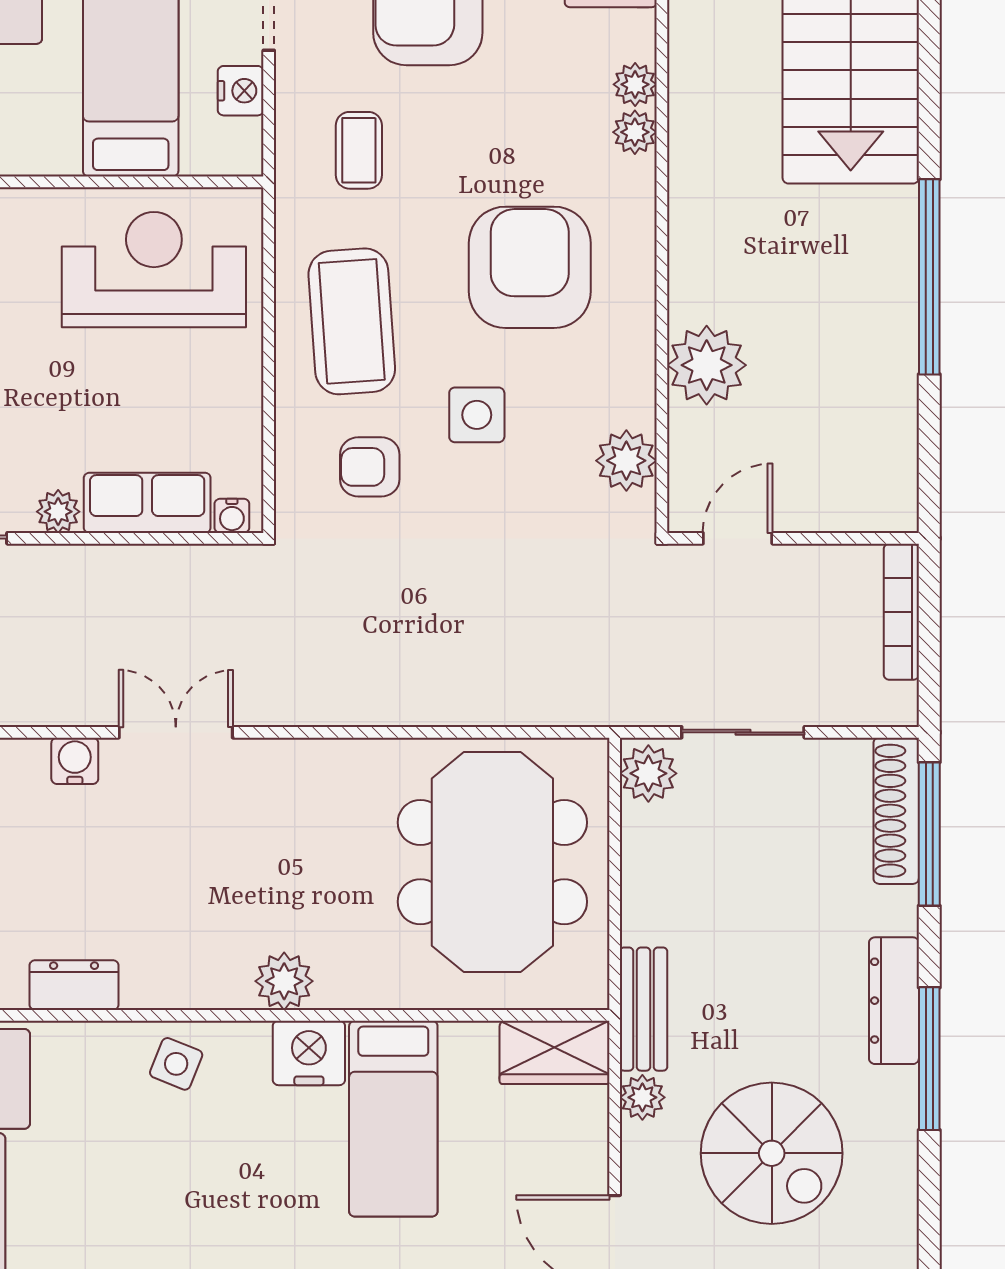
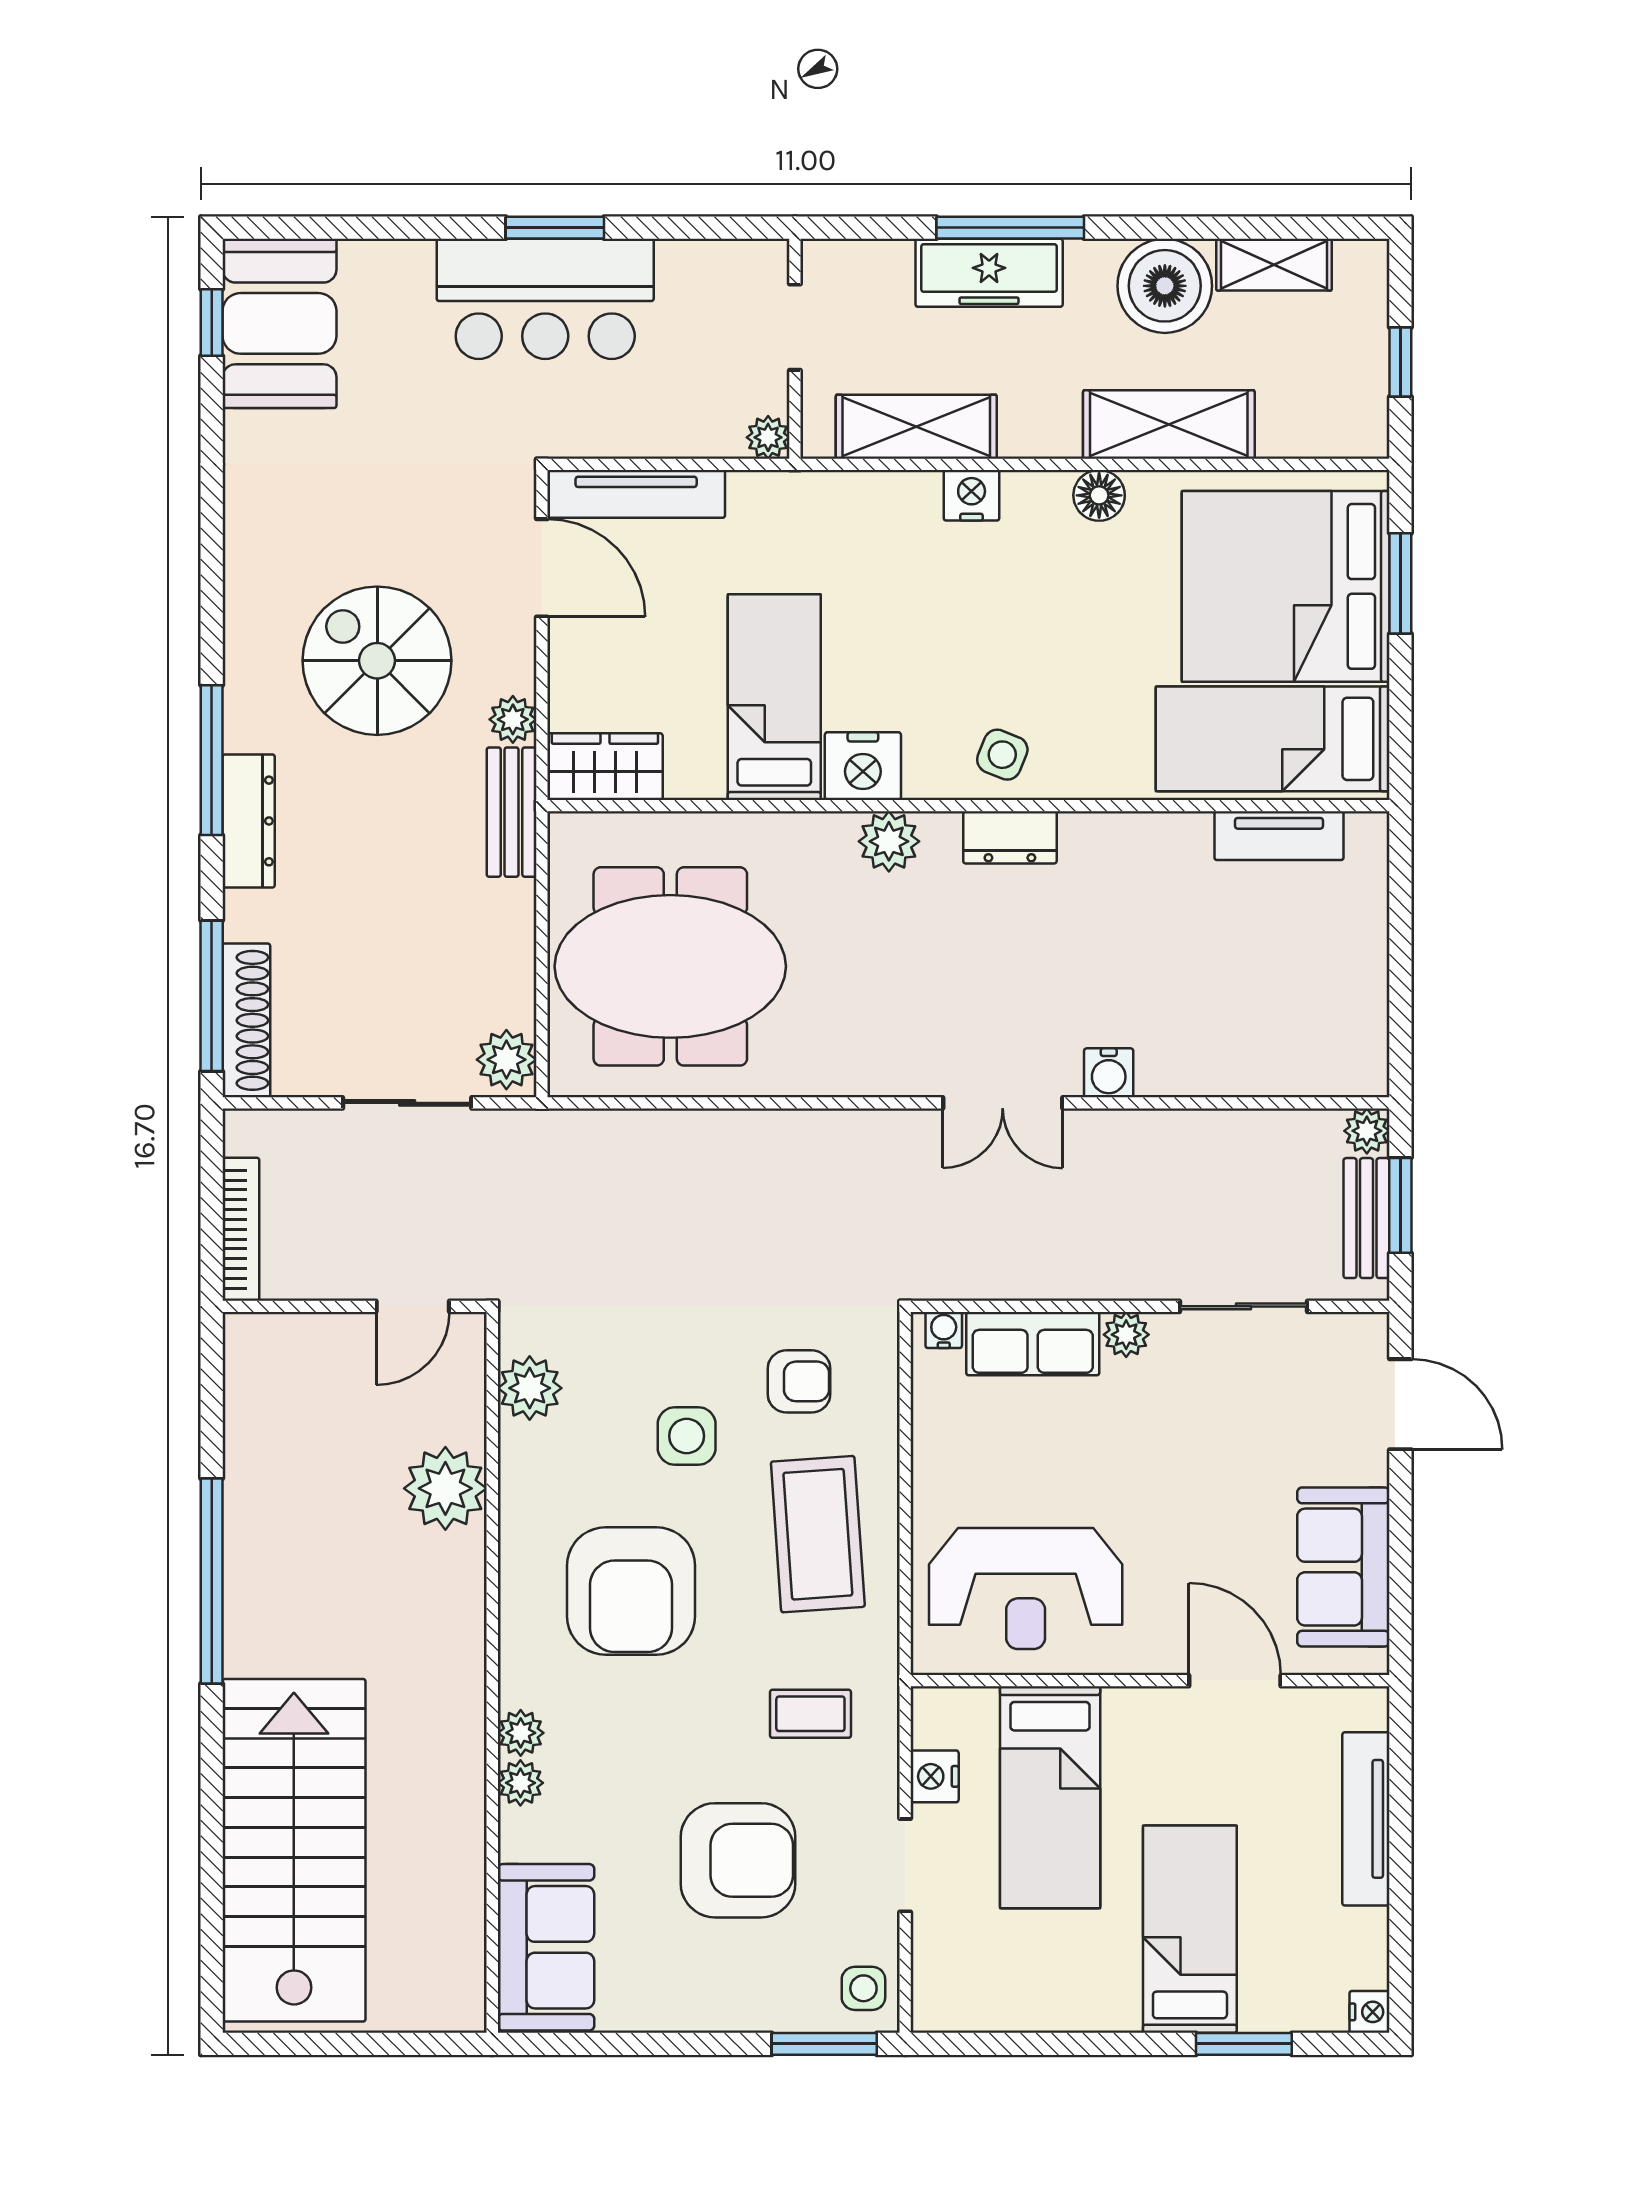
coffee table: (359, 150) -> (810, 1714), turned 90
meeting table: (492, 862) -> (670, 966), turned 90
dresser: (74, 985) -> (1010, 837), moved

